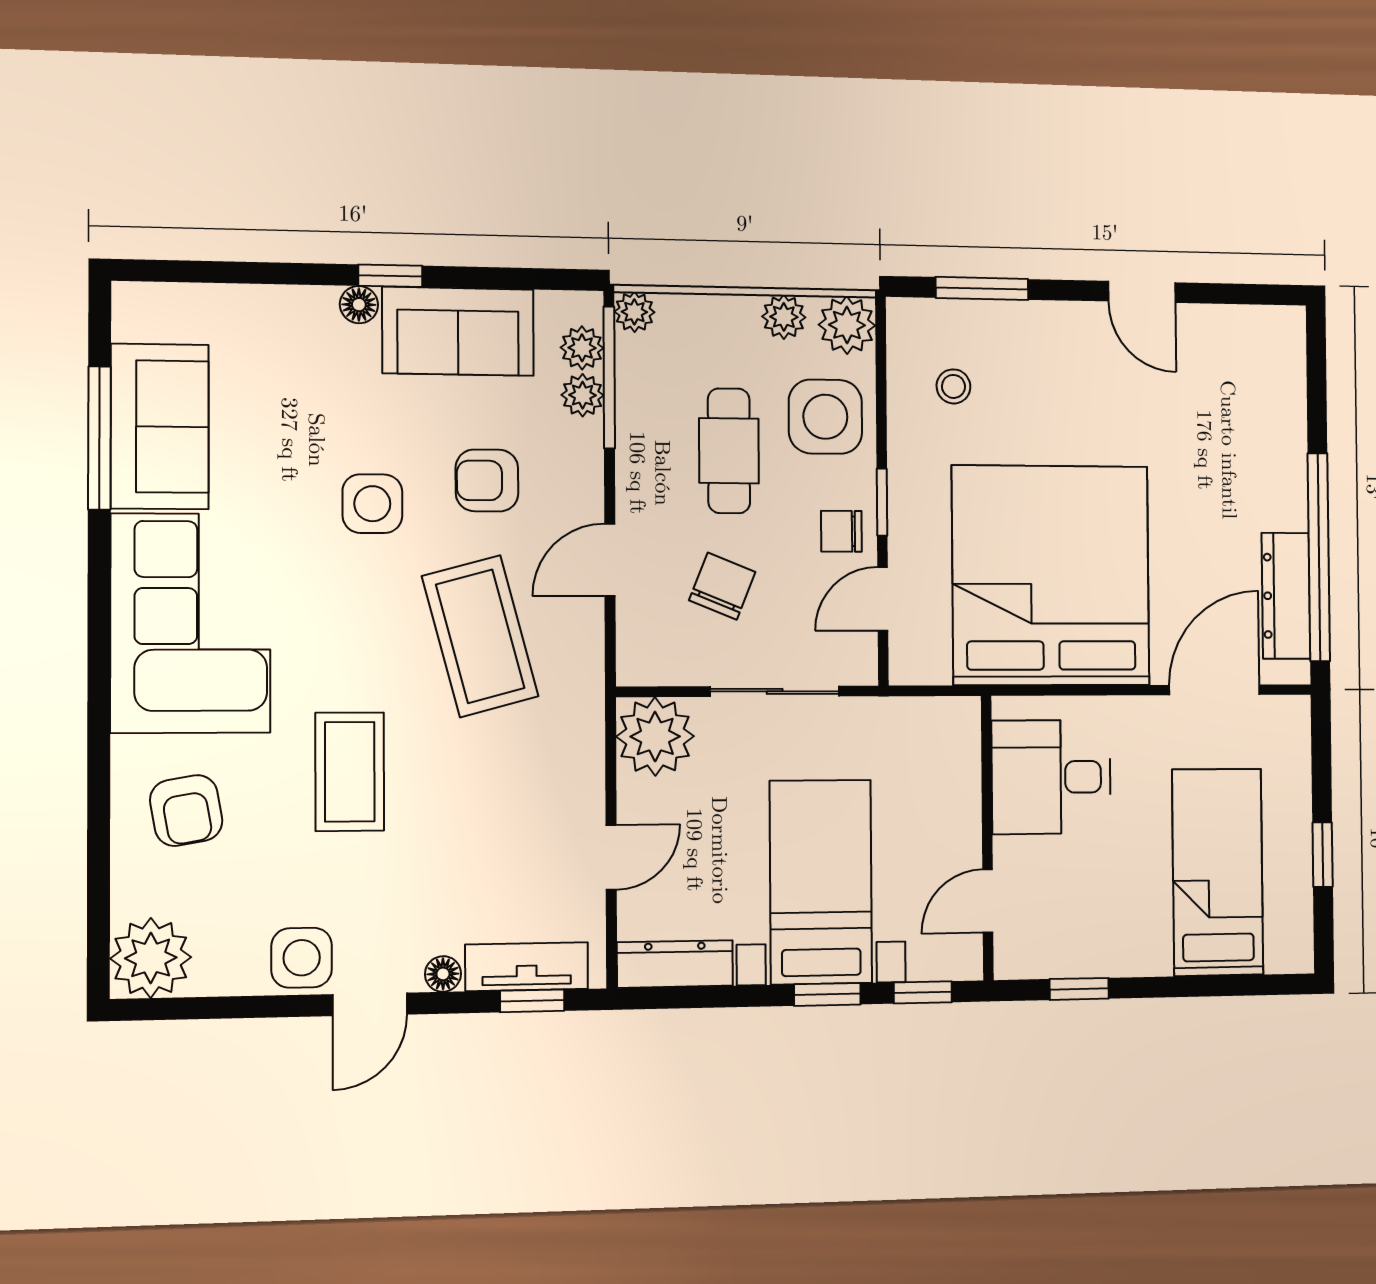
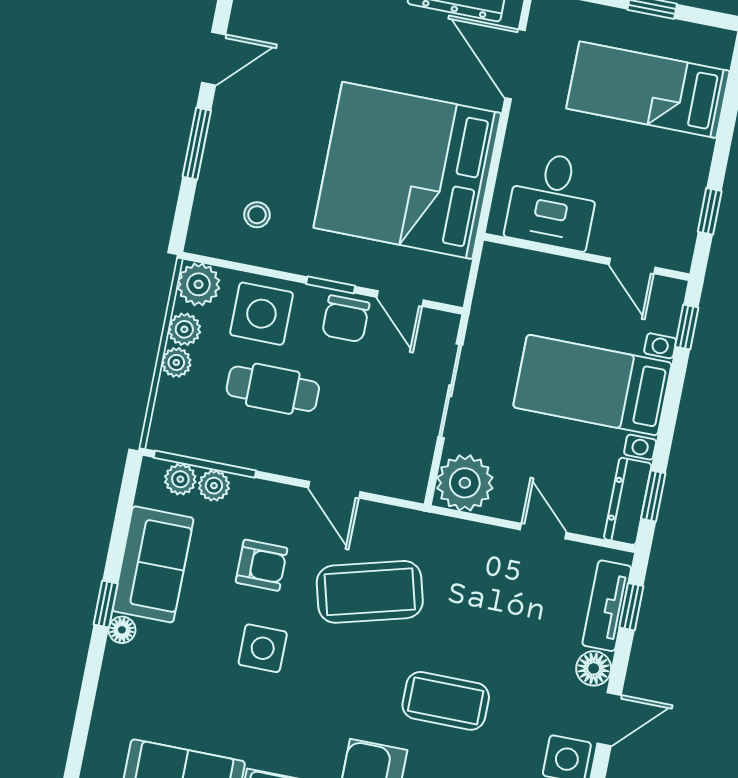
window: (982, 288) -> (197, 144), moved
plant: (634, 312) -> (176, 362), moved
armchair: (487, 480) -> (262, 565), turned -90
chair: (841, 531) -> (346, 319), width x1.37, depth x1.37
chair: (722, 586) -> (368, 413), removed
floor lamp: (443, 974) -> (594, 668), width x1.37, depth x1.37
window: (827, 994) -> (653, 496), moved
door: (370, 1004) -> (609, 719), hinge flipped

